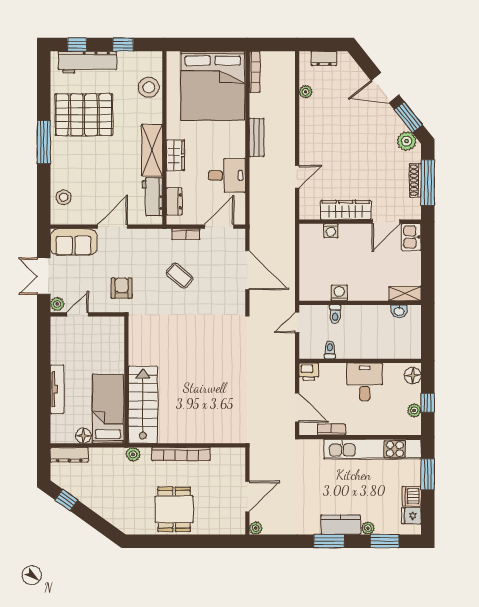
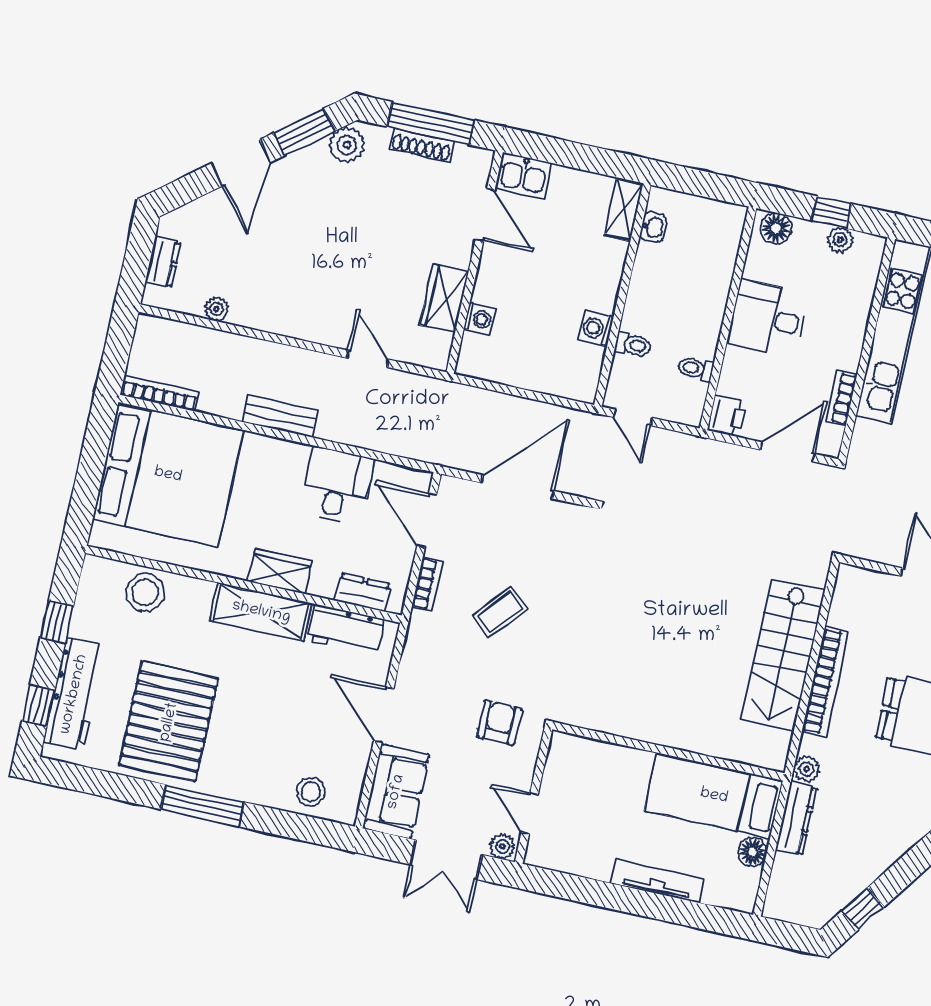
wardrobe: (346, 210) -> (444, 299), width x0.67
armchair: (122, 288) -> (499, 723), turned 90
stairs: (143, 405) -> (783, 655), moved, turned -90
dresser: (69, 455) -> (796, 819), moved

